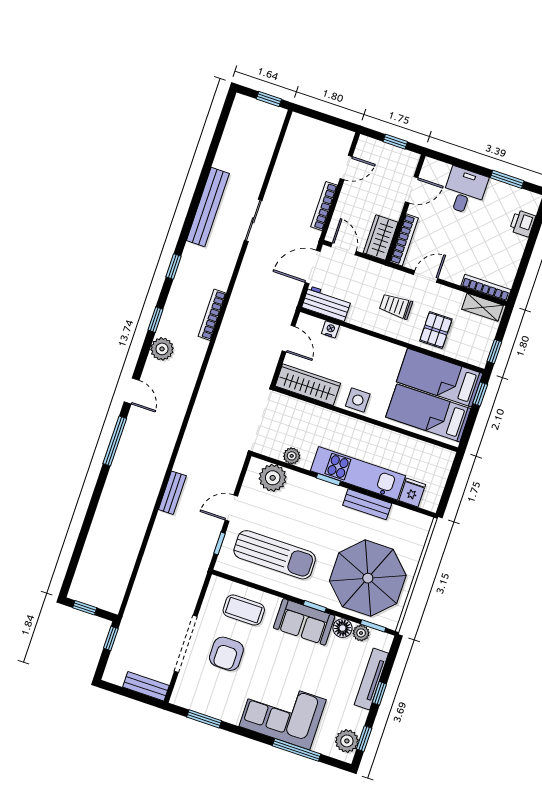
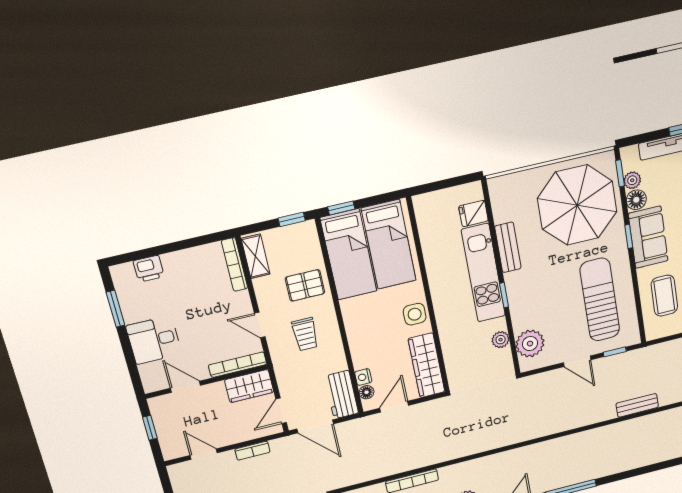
bookcase: (324, 206) -> (252, 451), width x0.64
floor lamp: (316, 324) -> (367, 392), added
bench: (172, 493) -> (637, 405), moved

